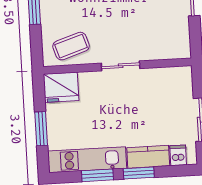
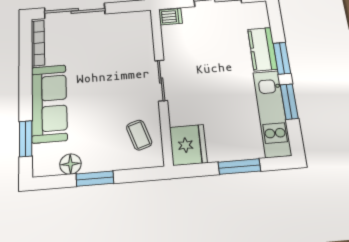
coffee table: (71, 46) -> (139, 135), width x0.73, depth x0.77
dishwasher: (178, 155) -> (170, 17), moved, turned 180

